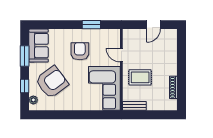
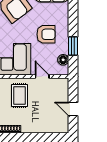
floor lamp: (105, 34) -> (63, 60), added
door: (121, 55) -> (42, 77), hinge flipped

